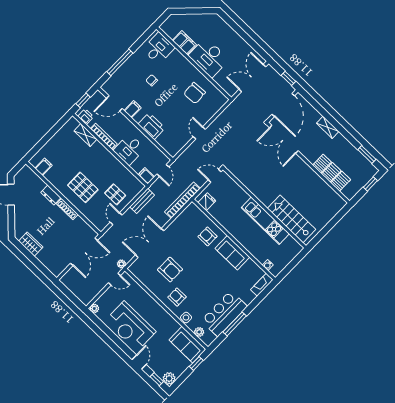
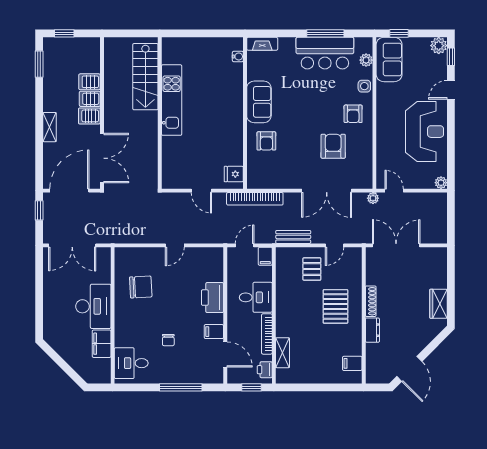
server rack: (341, 181) -> (89, 116), moved
wall: (264, 208) -> (160, 113), moved
stairs: (291, 219) -> (145, 77), moved
kitchen unit: (265, 221) -> (172, 100), moved

